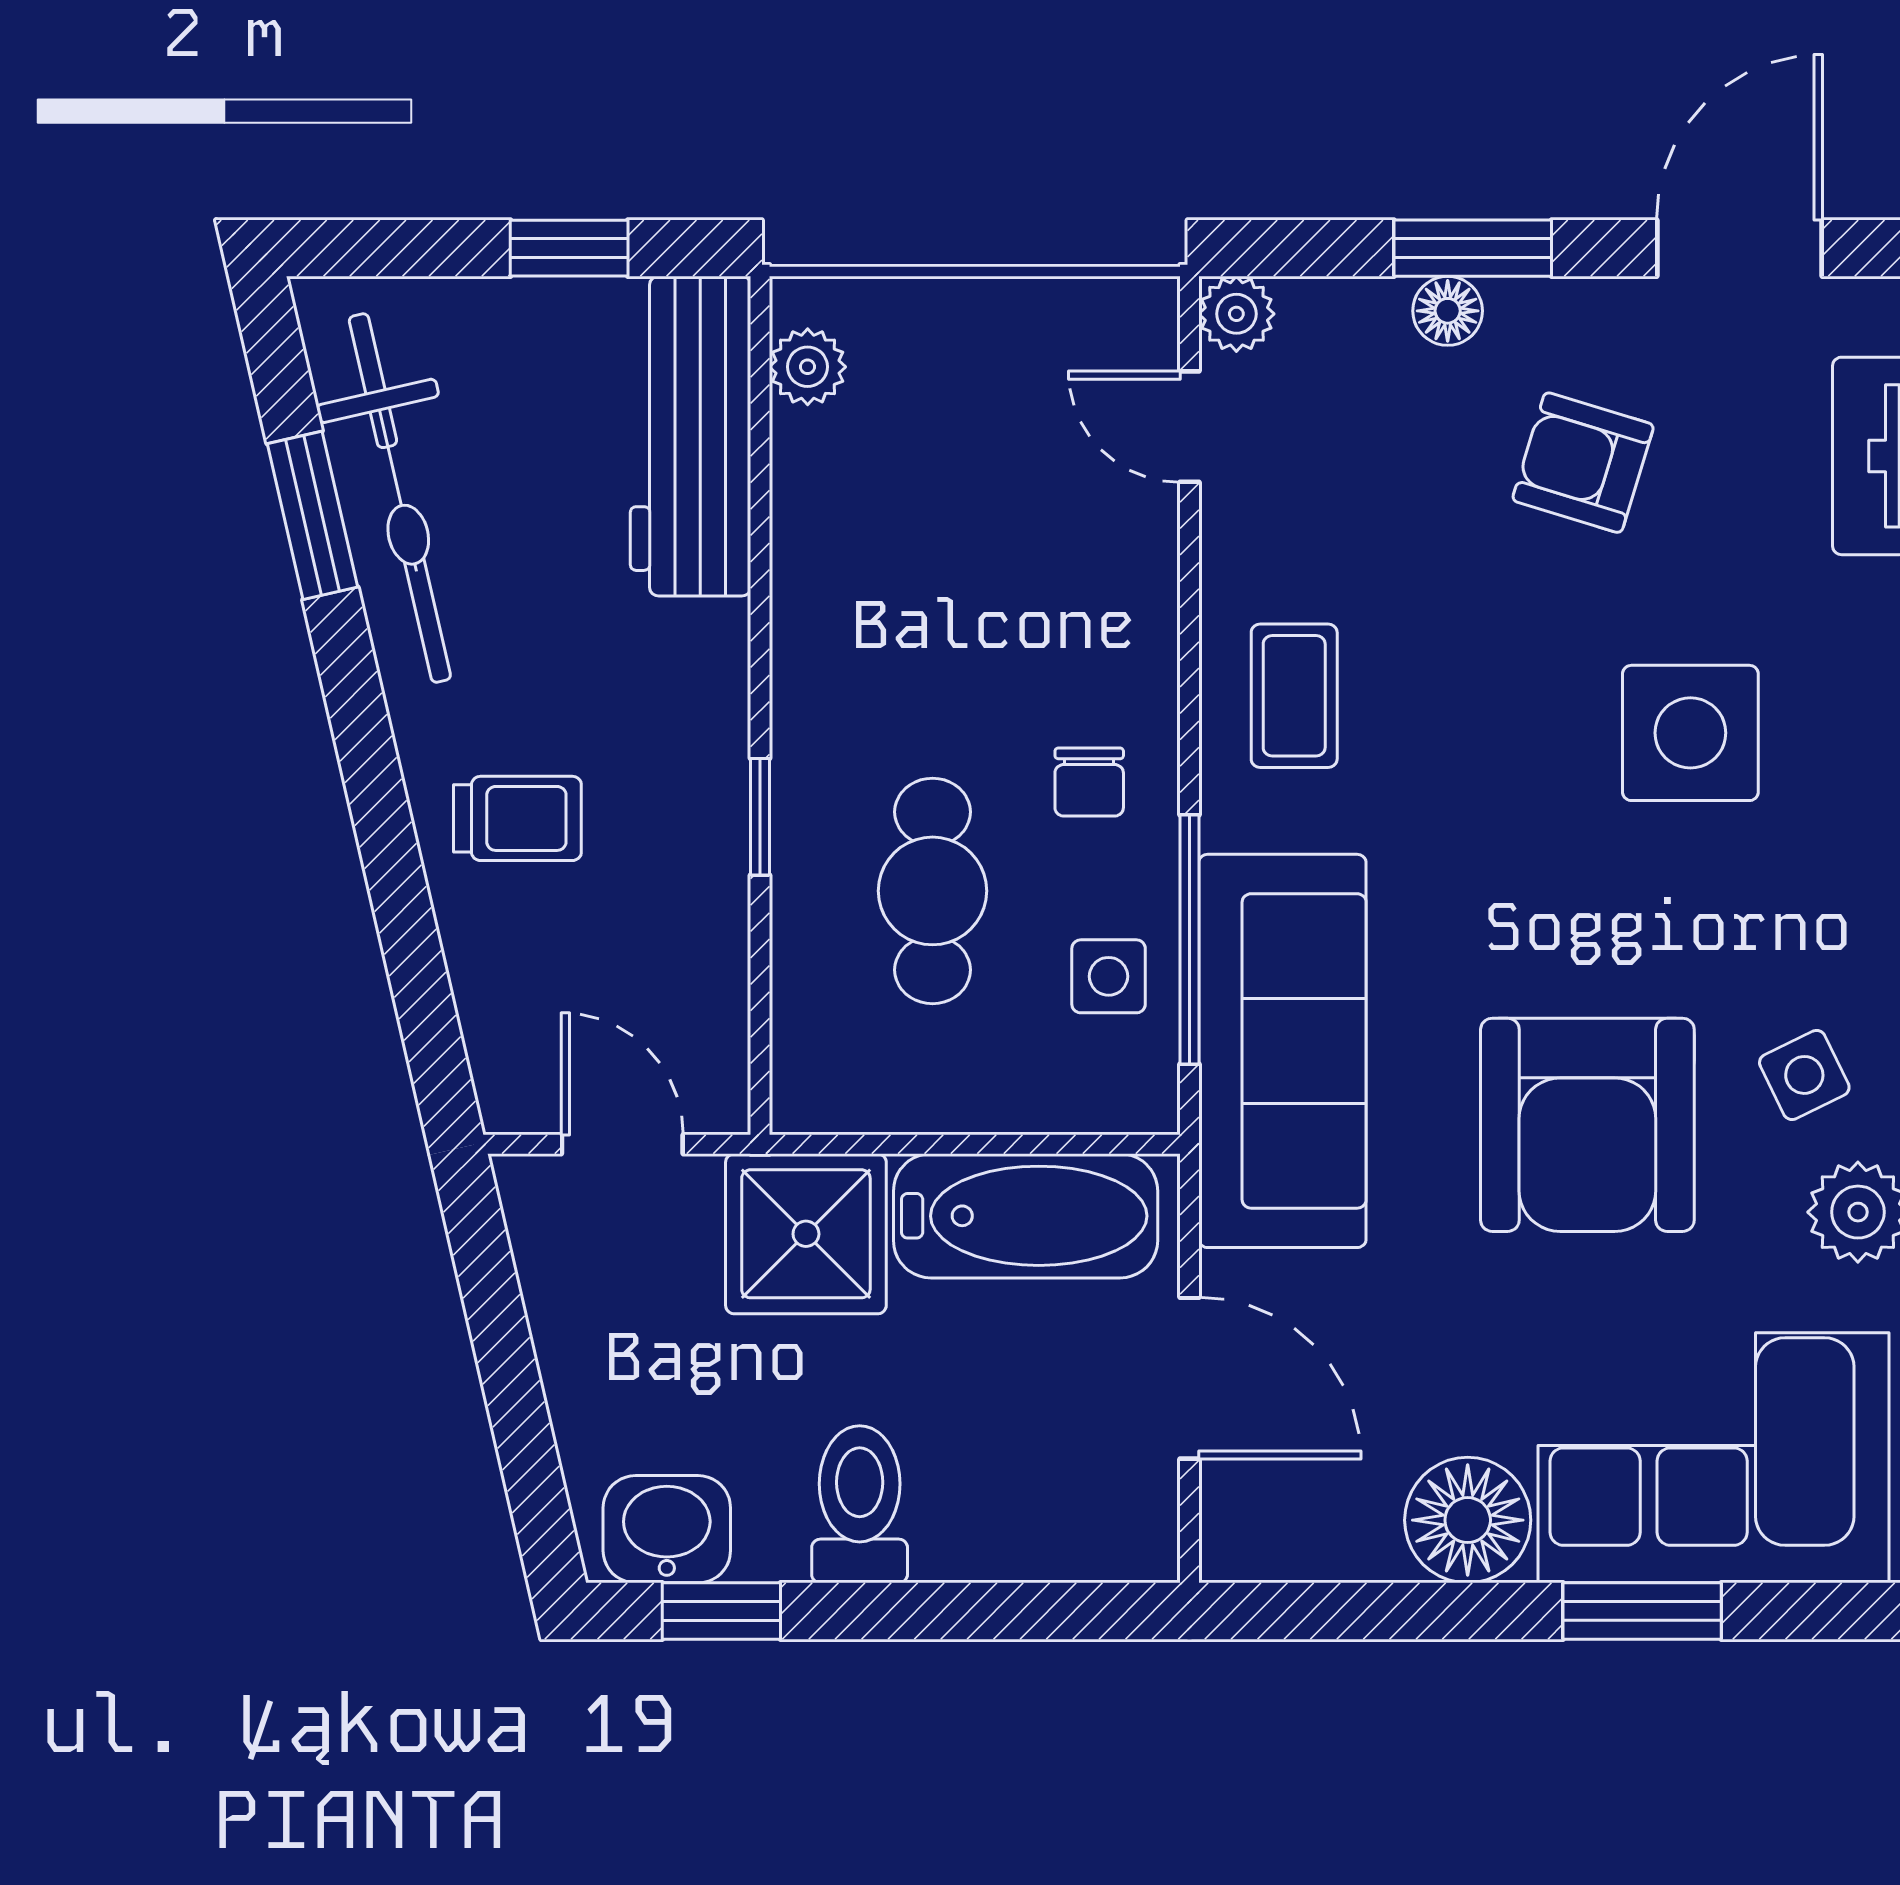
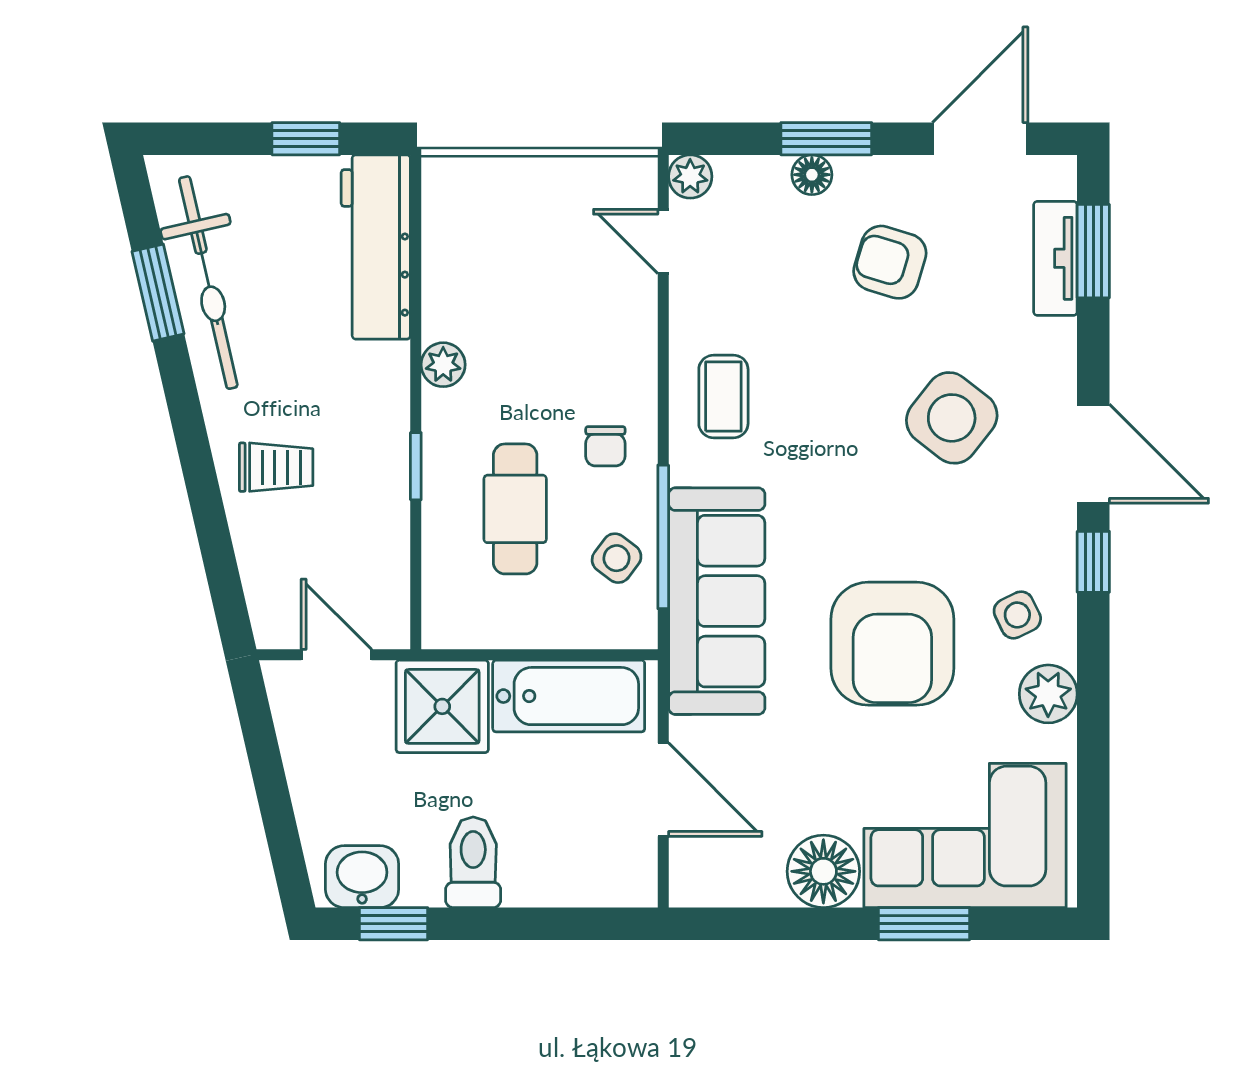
plant: (808, 367) -> (443, 365), moved
side table: (1690, 733) -> (952, 418), turned 38
side table: (1109, 976) -> (617, 558), turned 37

